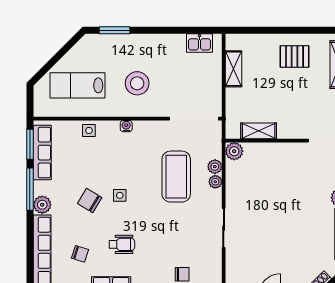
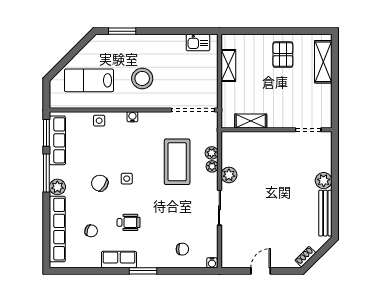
pallet: (295, 57) -> (283, 55), turned 90
plant: (234, 151) -> (229, 175), moved

